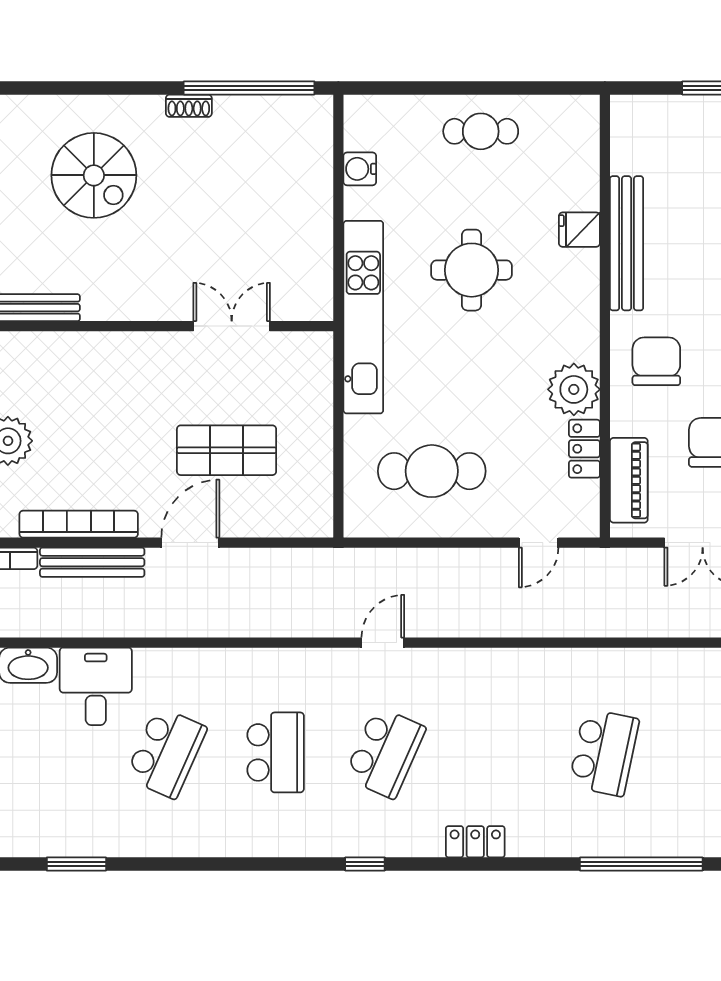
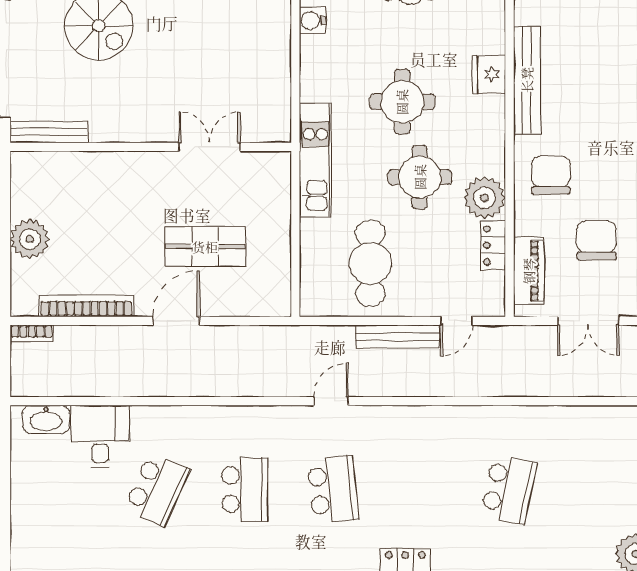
fridge: (579, 230) -> (489, 75), width x1.38
kitchen unit: (363, 317) -> (315, 160), width x0.73
round table: (493, 364) -> (420, 177), added
cafe table: (432, 471) -> (370, 263), turned 90
bench: (92, 562) -> (398, 337), moved
school desk: (385, 752) -> (333, 490), turned -30

